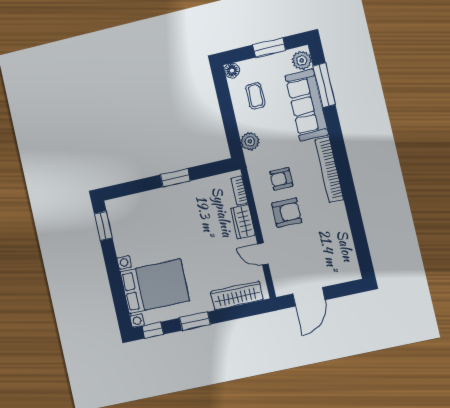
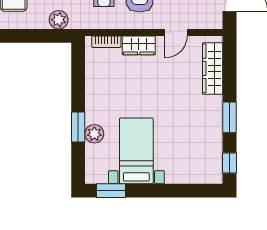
window: (175, 178) -> (78, 127), moved
plant: (152, 199) -> (94, 134), added
bed with nightstands: (155, 286) -> (136, 151), moved, width x0.73

